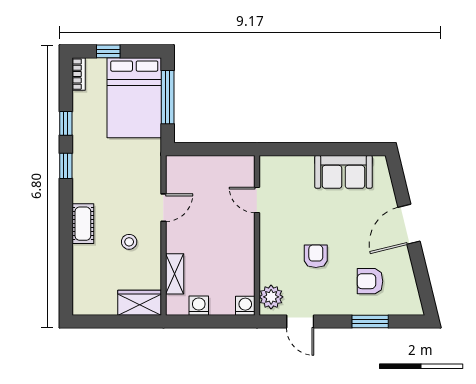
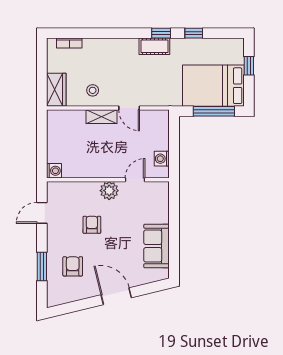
bookcase: (79, 74) -> (69, 43), moved
cot: (83, 224) -> (154, 46), moved
stool: (129, 242) -> (93, 90), moved
armchair: (316, 256) -> (92, 225), turned -90
shelving: (175, 274) -> (101, 117), moved
plant: (271, 297) -> (109, 191), moved
washing machine: (199, 306) -> (162, 159), moved, turned 180

